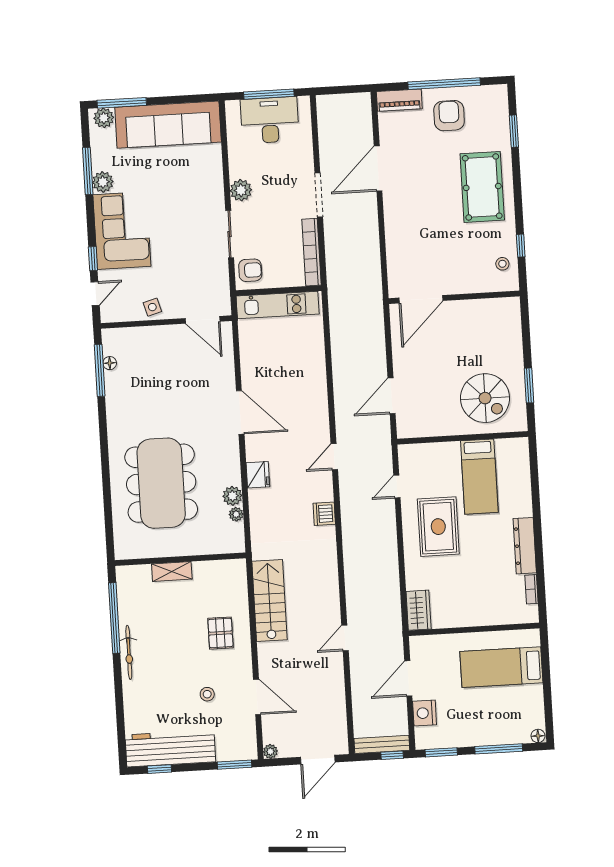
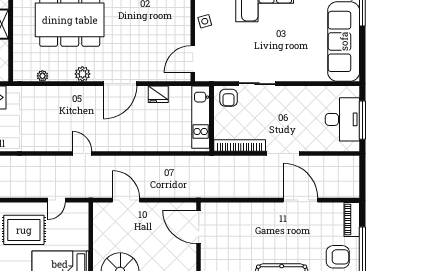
plant: (241, 190) -> (290, 94), removed
fridge: (258, 475) -> (158, 94), moved
door: (397, 487) -> (56, 200), swing flipped
plant: (232, 496) -> (82, 74), moved
dishwasher: (324, 514) -> (39, 143), removed

